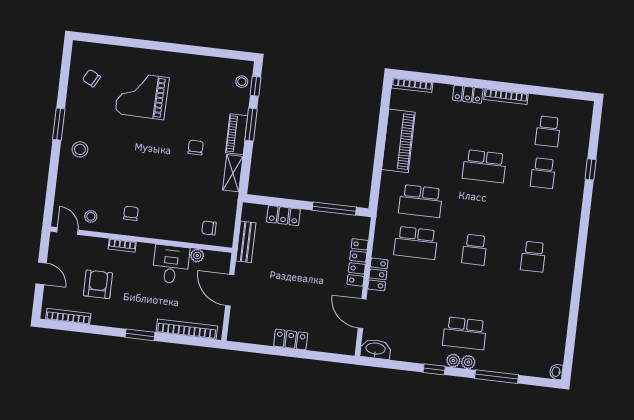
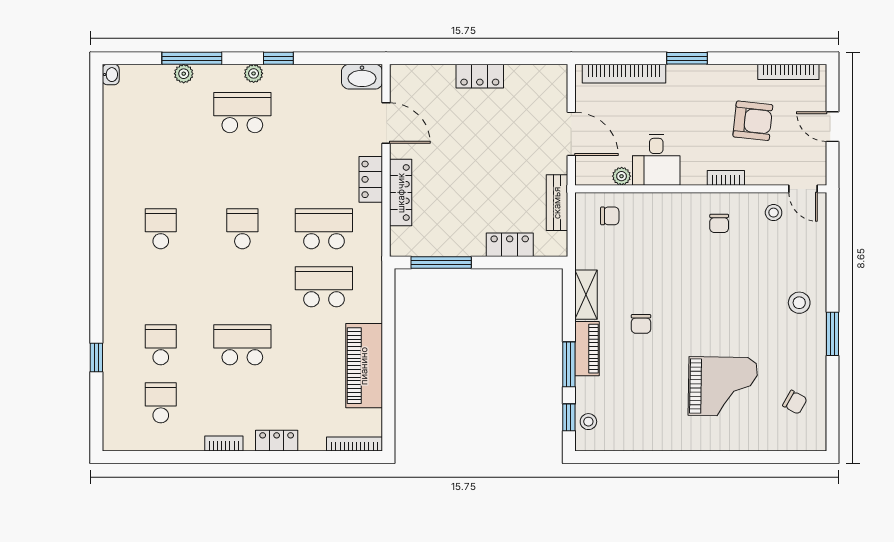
bookcase: (506, 97) -> (224, 444), width x0.64
armchair: (98, 284) -> (753, 121), turned -84
plant: (468, 362) -> (184, 74), moved

